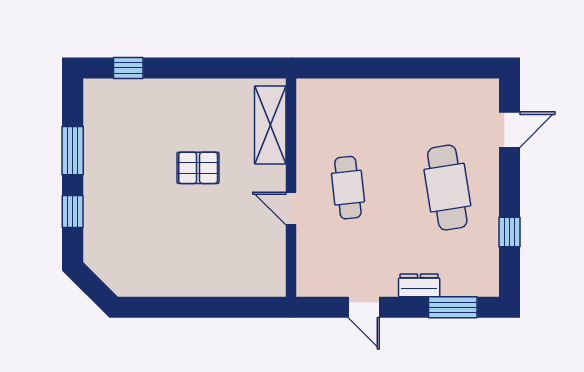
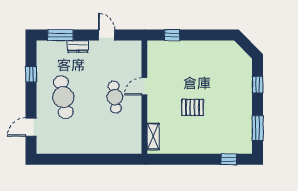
shelving: (270, 125) -> (153, 136), width x0.67, depth x0.75
window: (73, 151) -> (258, 128), moved
door: (291, 209) -> (144, 86), swing flipped
window: (238, 307) -> (172, 35), added

